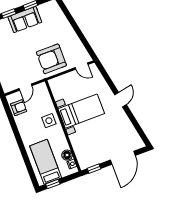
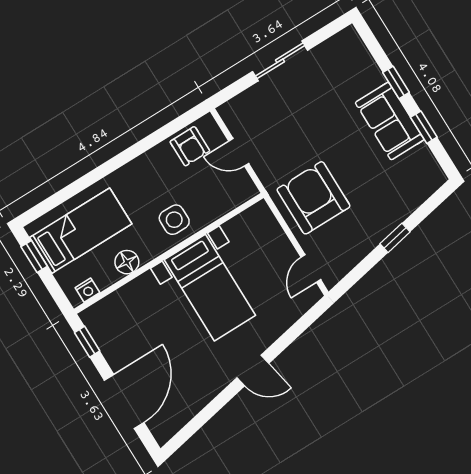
window: (76, 27) -> (395, 238), added
floor lamp: (67, 155) -> (127, 262), moved
door: (123, 158) -> (124, 401), swing flipped

